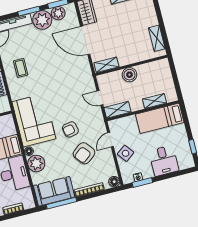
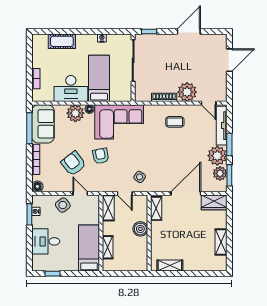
side table: (81, 88) -> (140, 177), added
door: (100, 98) -> (125, 193), swing flipped

